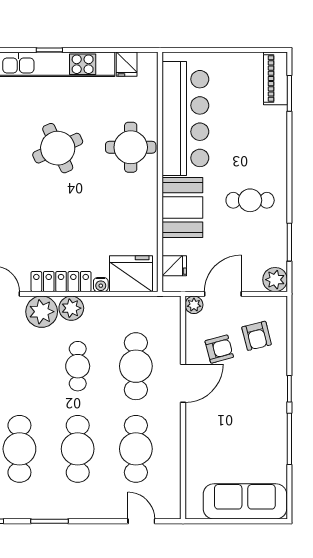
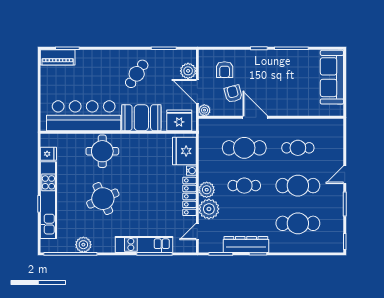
cafe table: (250, 200) -> (137, 74), turned 34
fridge: (174, 266) -> (179, 120), width x1.88, depth x1.34
plant: (275, 280) -> (188, 71), moved
armchair: (257, 336) -> (225, 70), turned 104
cafe table: (136, 449) -> (298, 148), width x0.73, depth x0.74
door: (141, 521) -> (345, 175), moved

